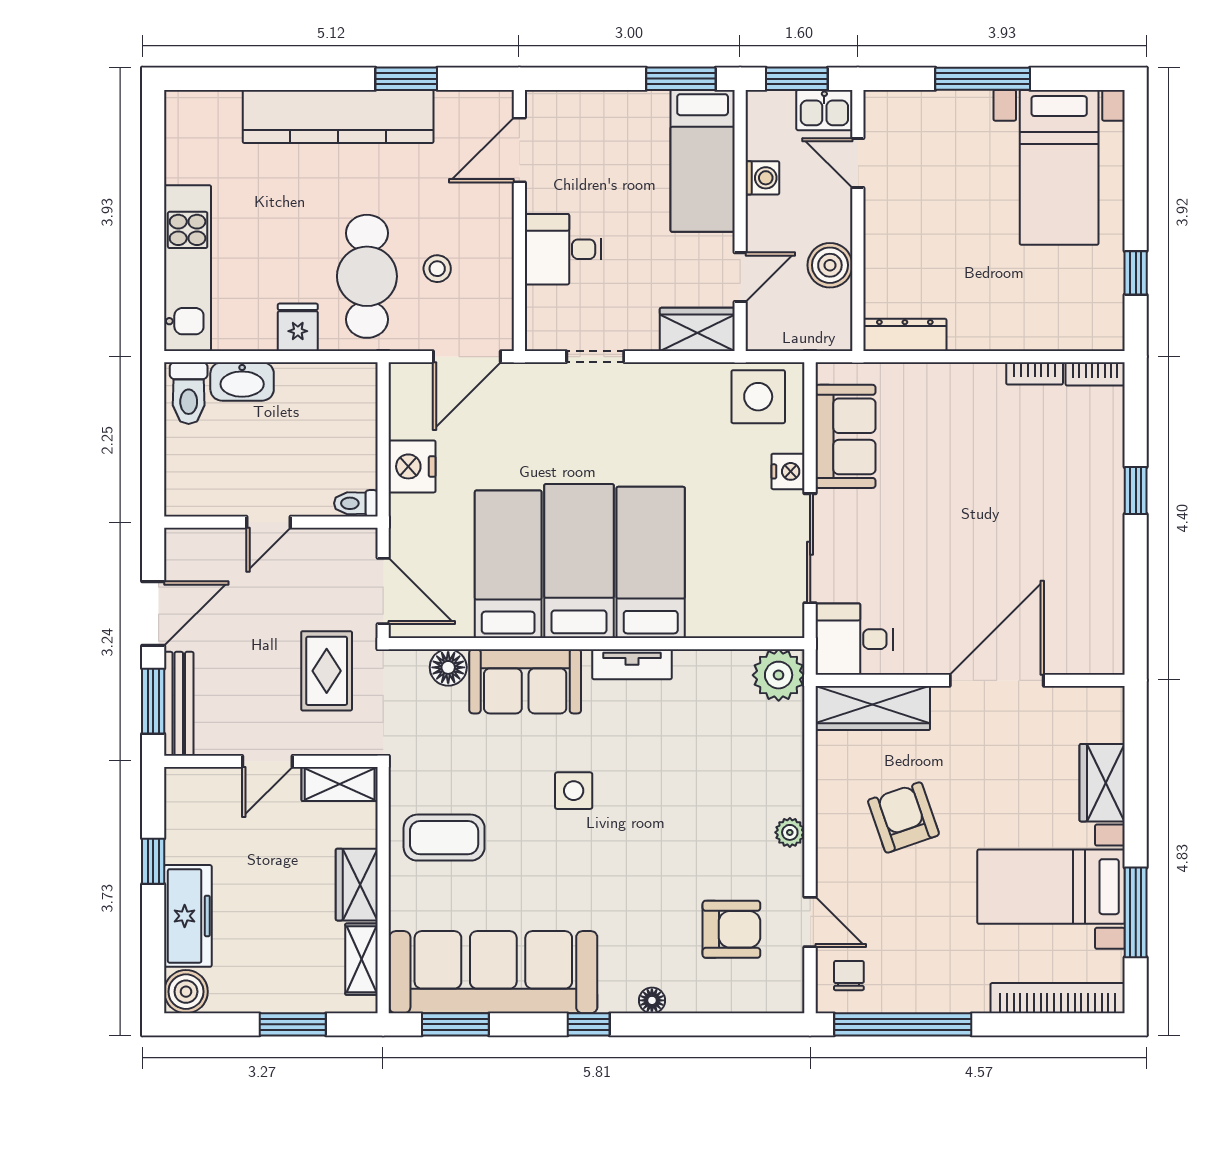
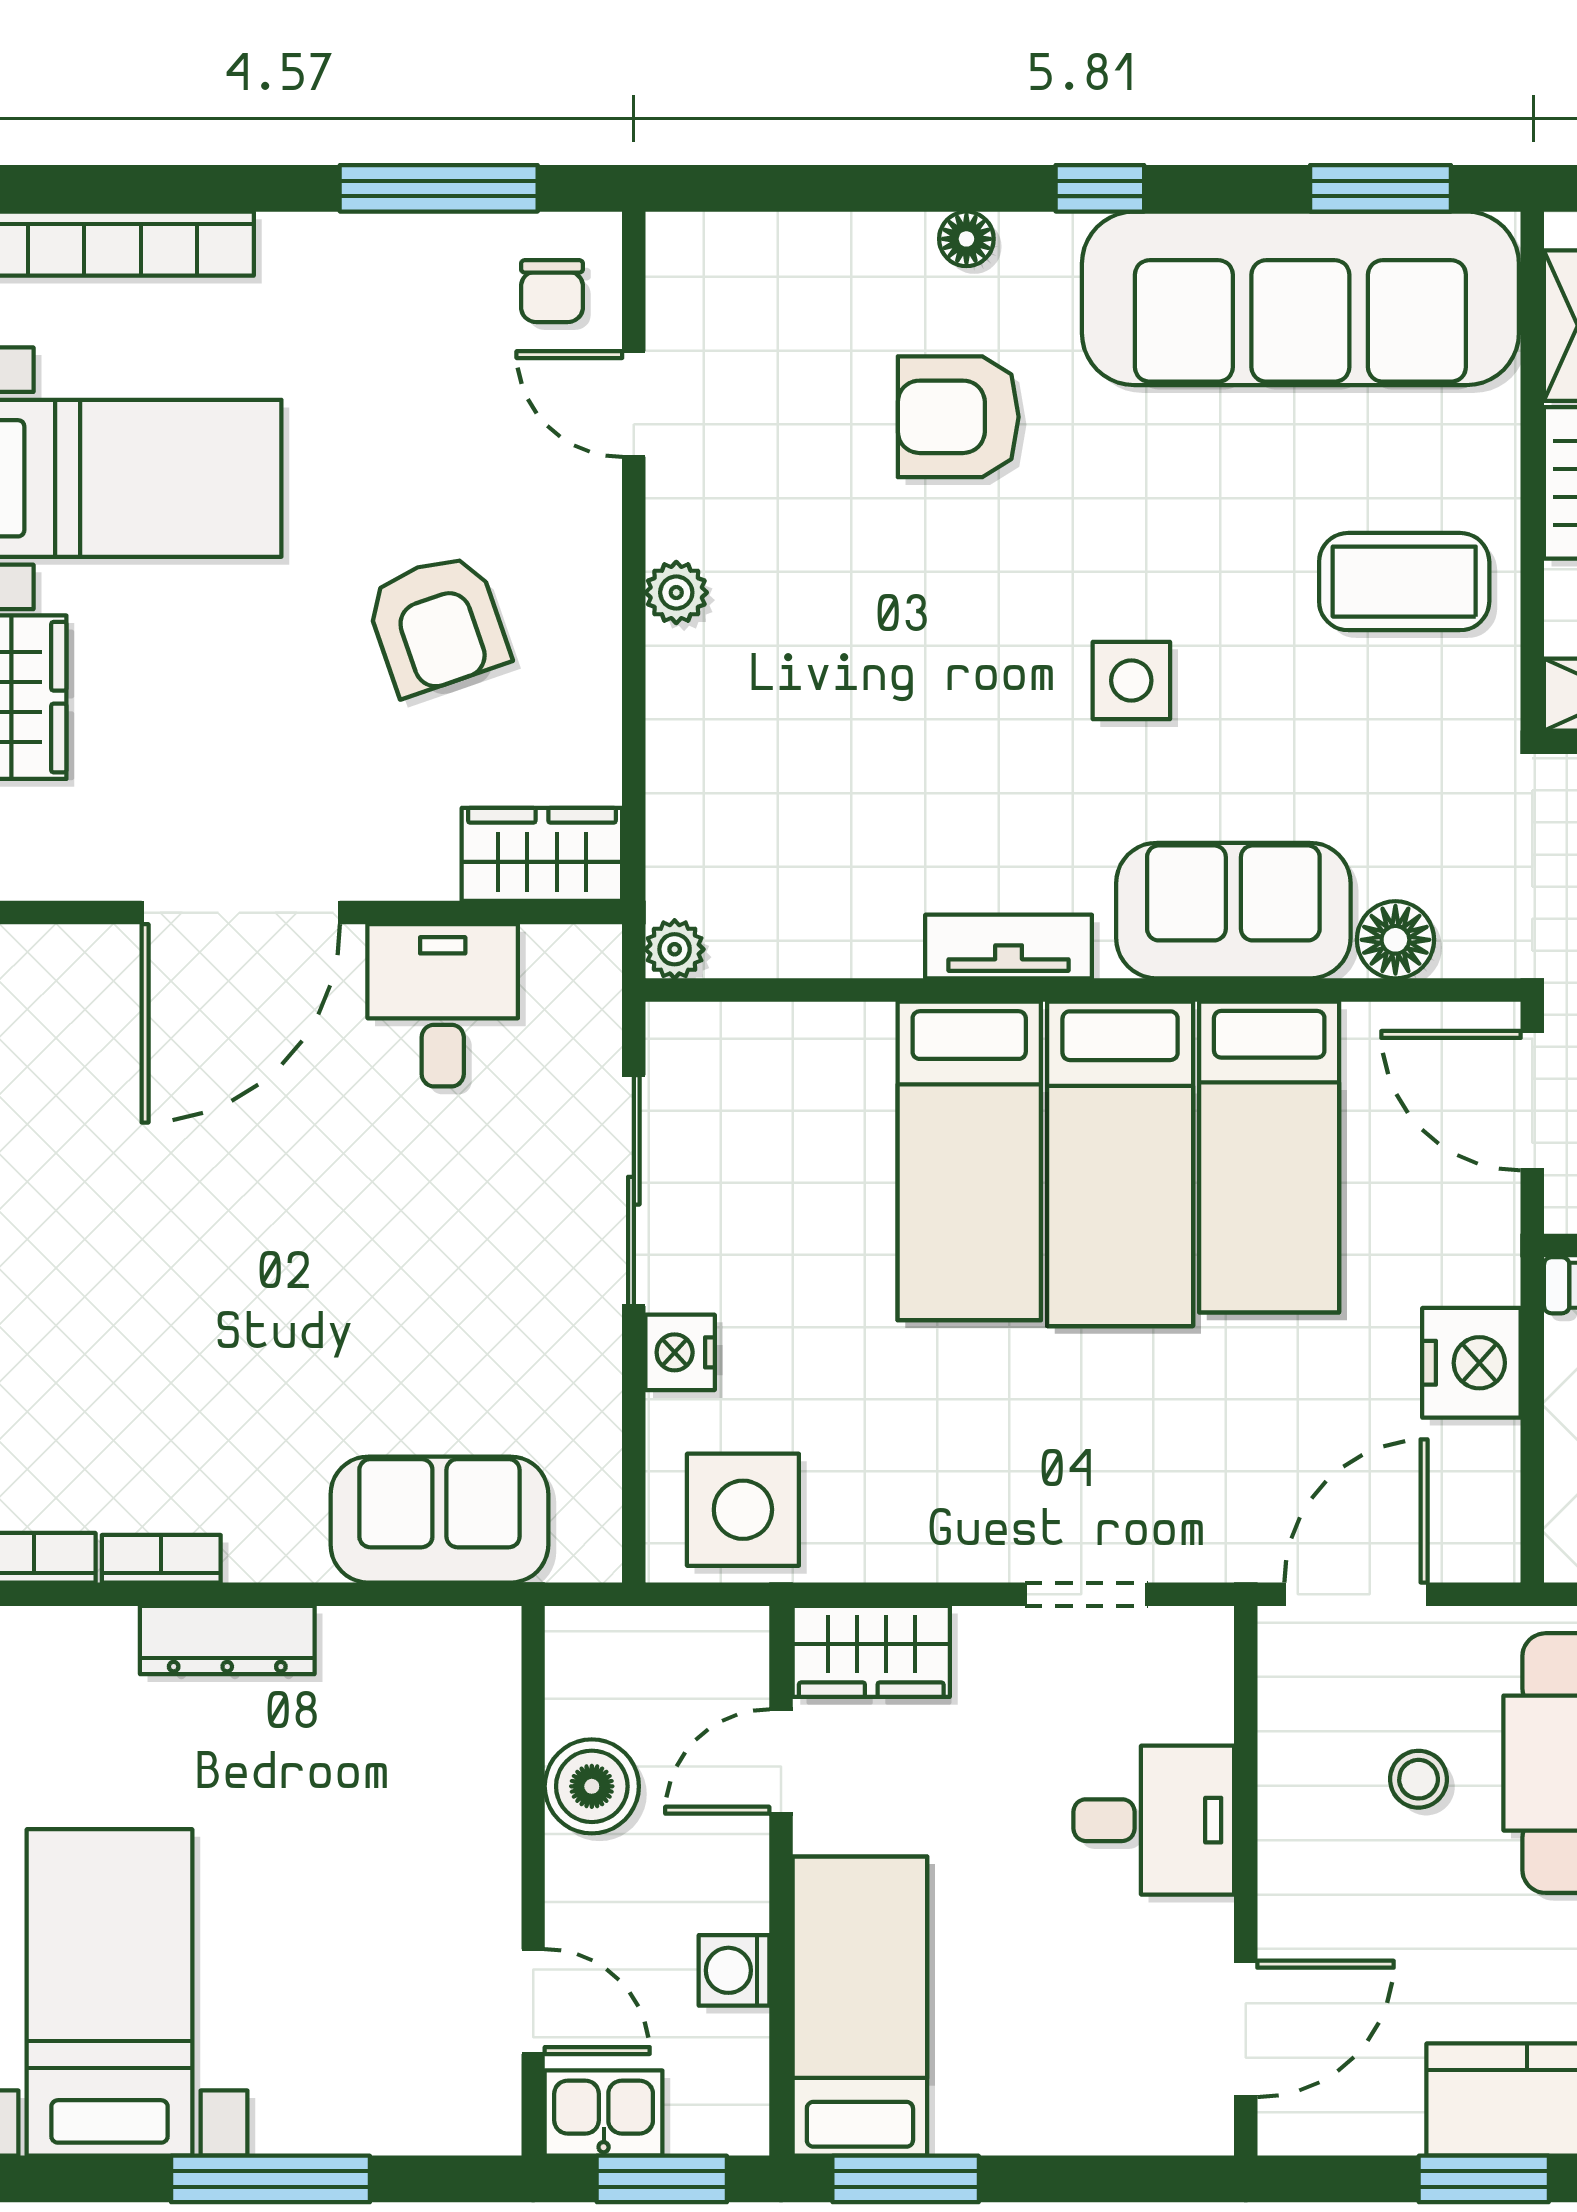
dresser: (905, 335) -> (227, 1640), moved
sofa: (845, 436) -> (439, 1520), moved, turned 90
desk: (854, 639) -> (443, 1005), moved, turned -90
plant: (779, 675) -> (675, 949), width x0.53, depth x0.53
wardrobe: (873, 708) -> (542, 854), width x0.67
armchair: (731, 929) -> (958, 417), moved
window: (903, 1024) -> (439, 188), width x0.68

